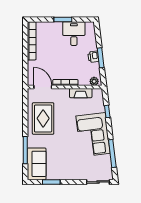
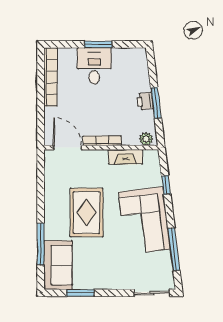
desk: (74, 34) -> (94, 66), moved
rug: (43, 118) -> (87, 213), moved

